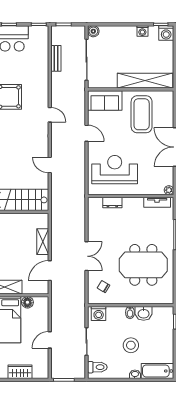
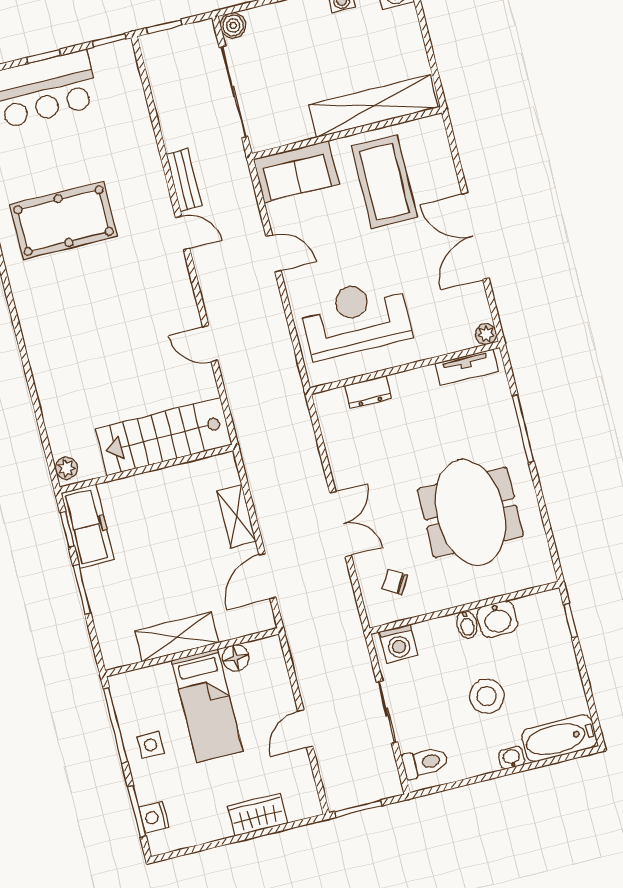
bench: (56, 58) -> (184, 180), moved
meeting table: (143, 265) -> (470, 512), turned 90

